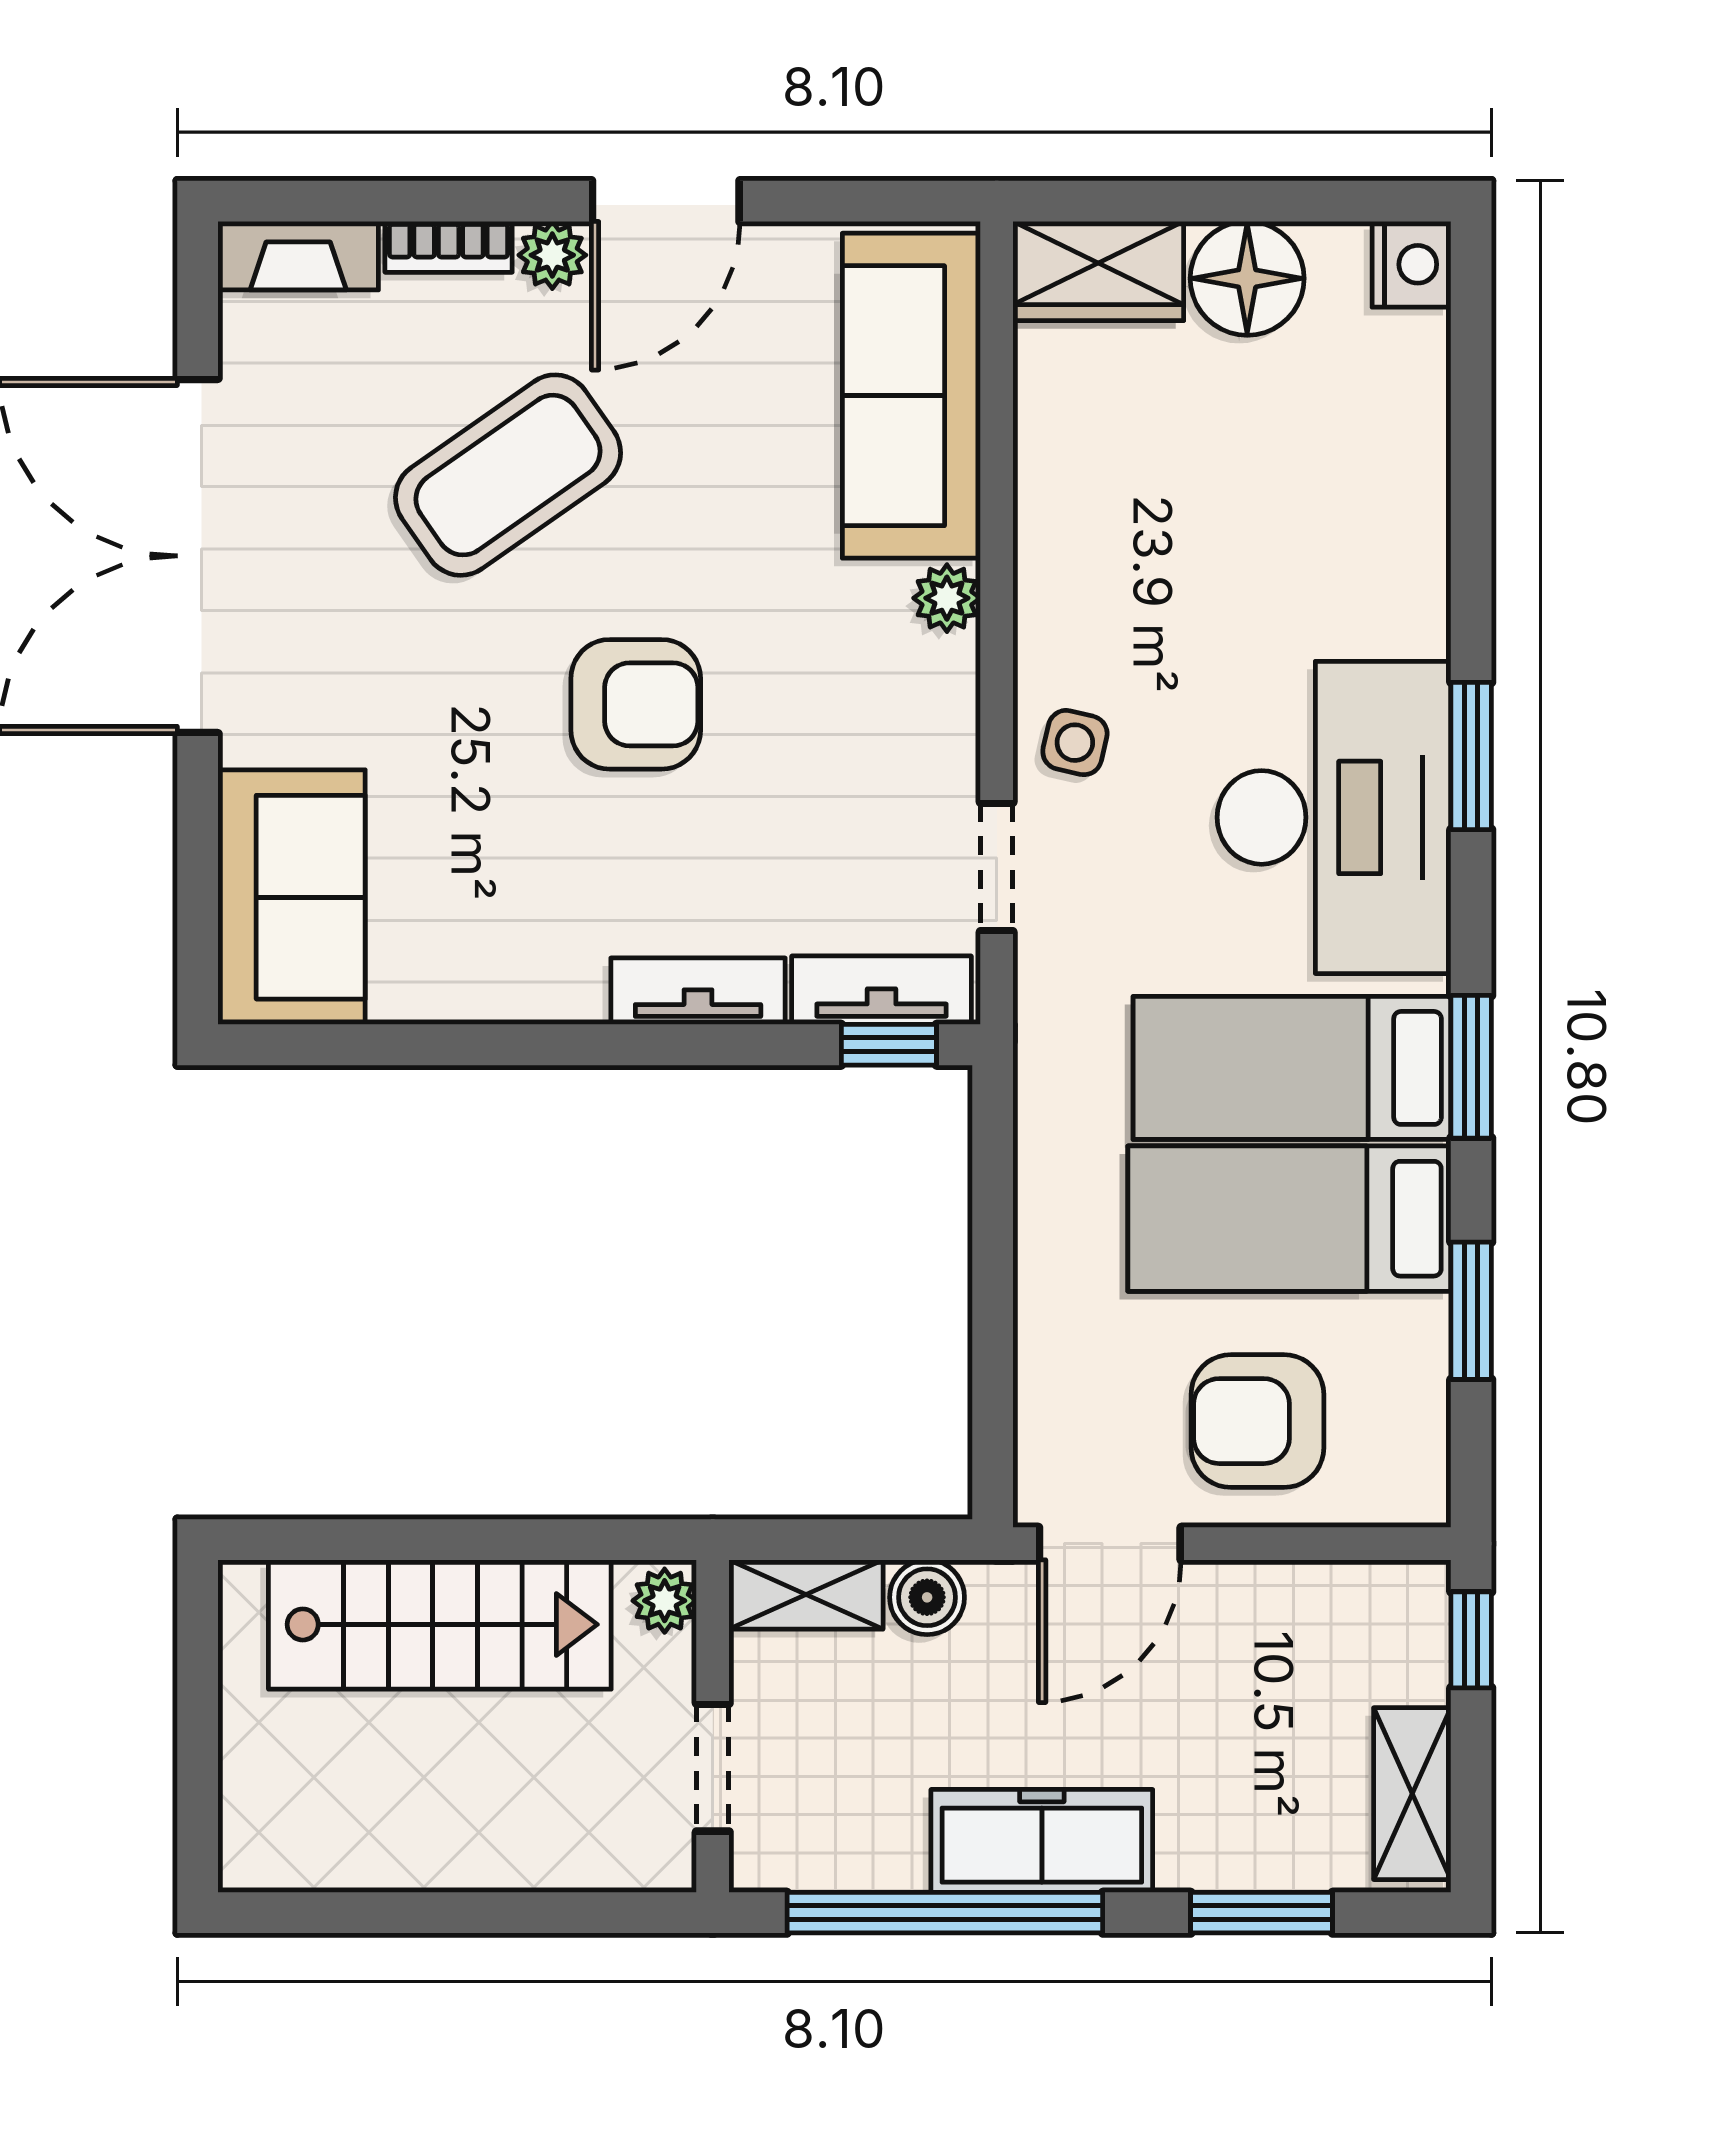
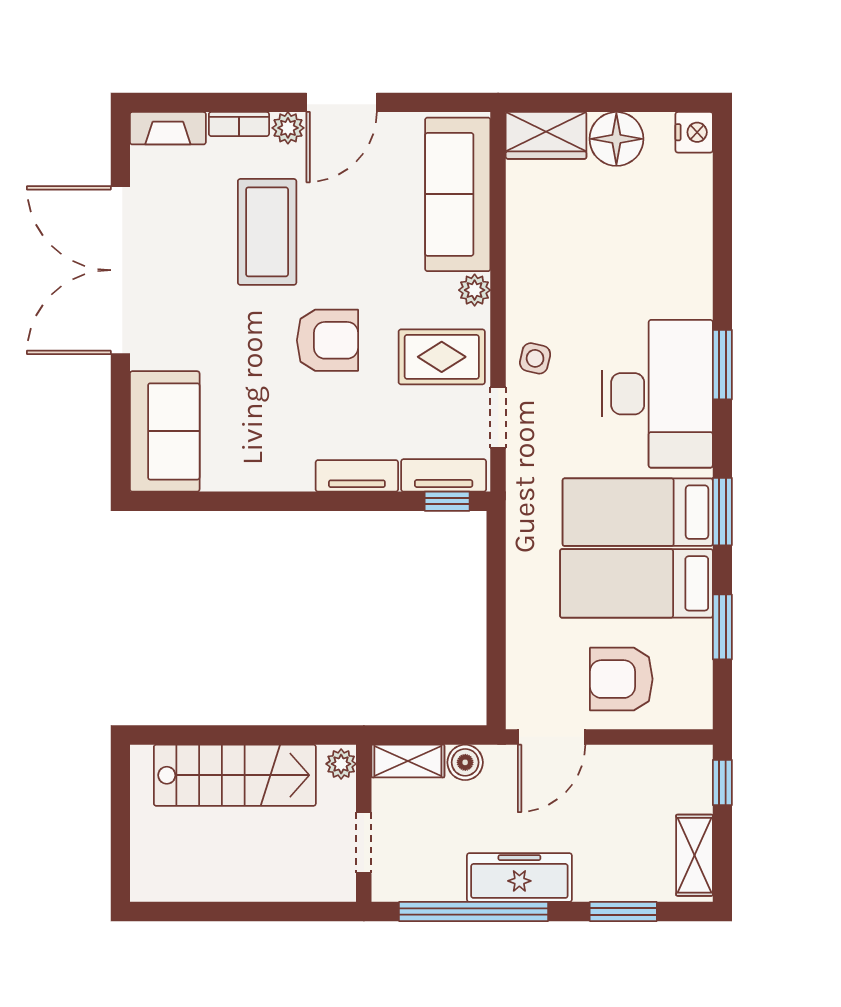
coffee table: (508, 475) -> (267, 232), turned -55
rug: (877, 739) -> (442, 357), added

